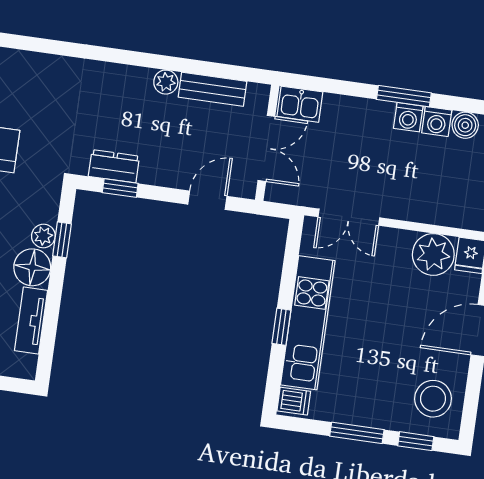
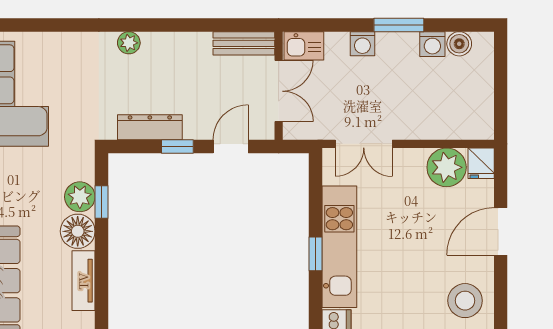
plant: (166, 82) -> (129, 43), moved
bench: (213, 89) -> (244, 43), moved
washing machine: (408, 117) -> (362, 44), moved
dresser: (114, 166) -> (150, 127), width x1.44
window: (120, 188) -> (177, 147), moved
plant: (43, 236) -> (80, 197), width x1.38, depth x1.38

